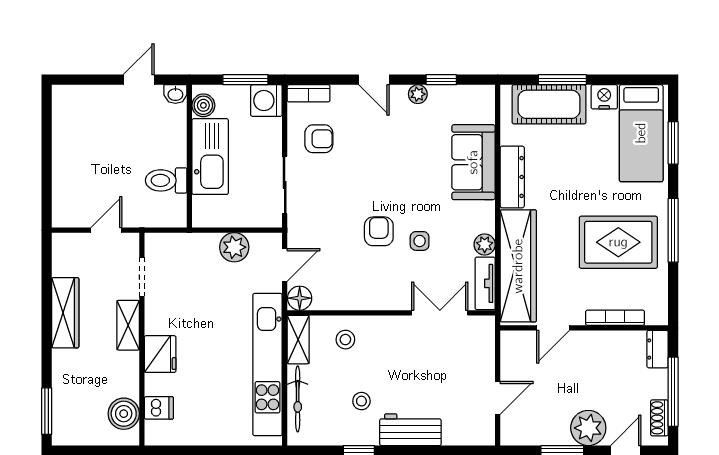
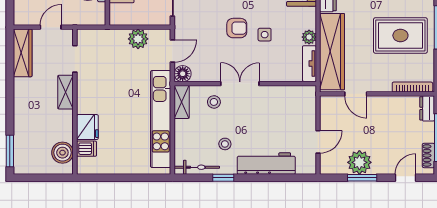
armchair: (379, 231) -> (237, 28), turned 90
wardrobe: (65, 313) -> (23, 53), moved
double door: (440, 313) -> (240, 84), moved
bookcase: (615, 318) -> (412, 87), moved
door: (553, 328) -> (356, 94), hinge flipped
fridge: (160, 354) -> (87, 127), moved
bicycle: (298, 399) -> (197, 167), moved, turned -90
plant: (588, 428) -> (359, 162), moved
workbench: (410, 430) -> (266, 164), width x1.38

